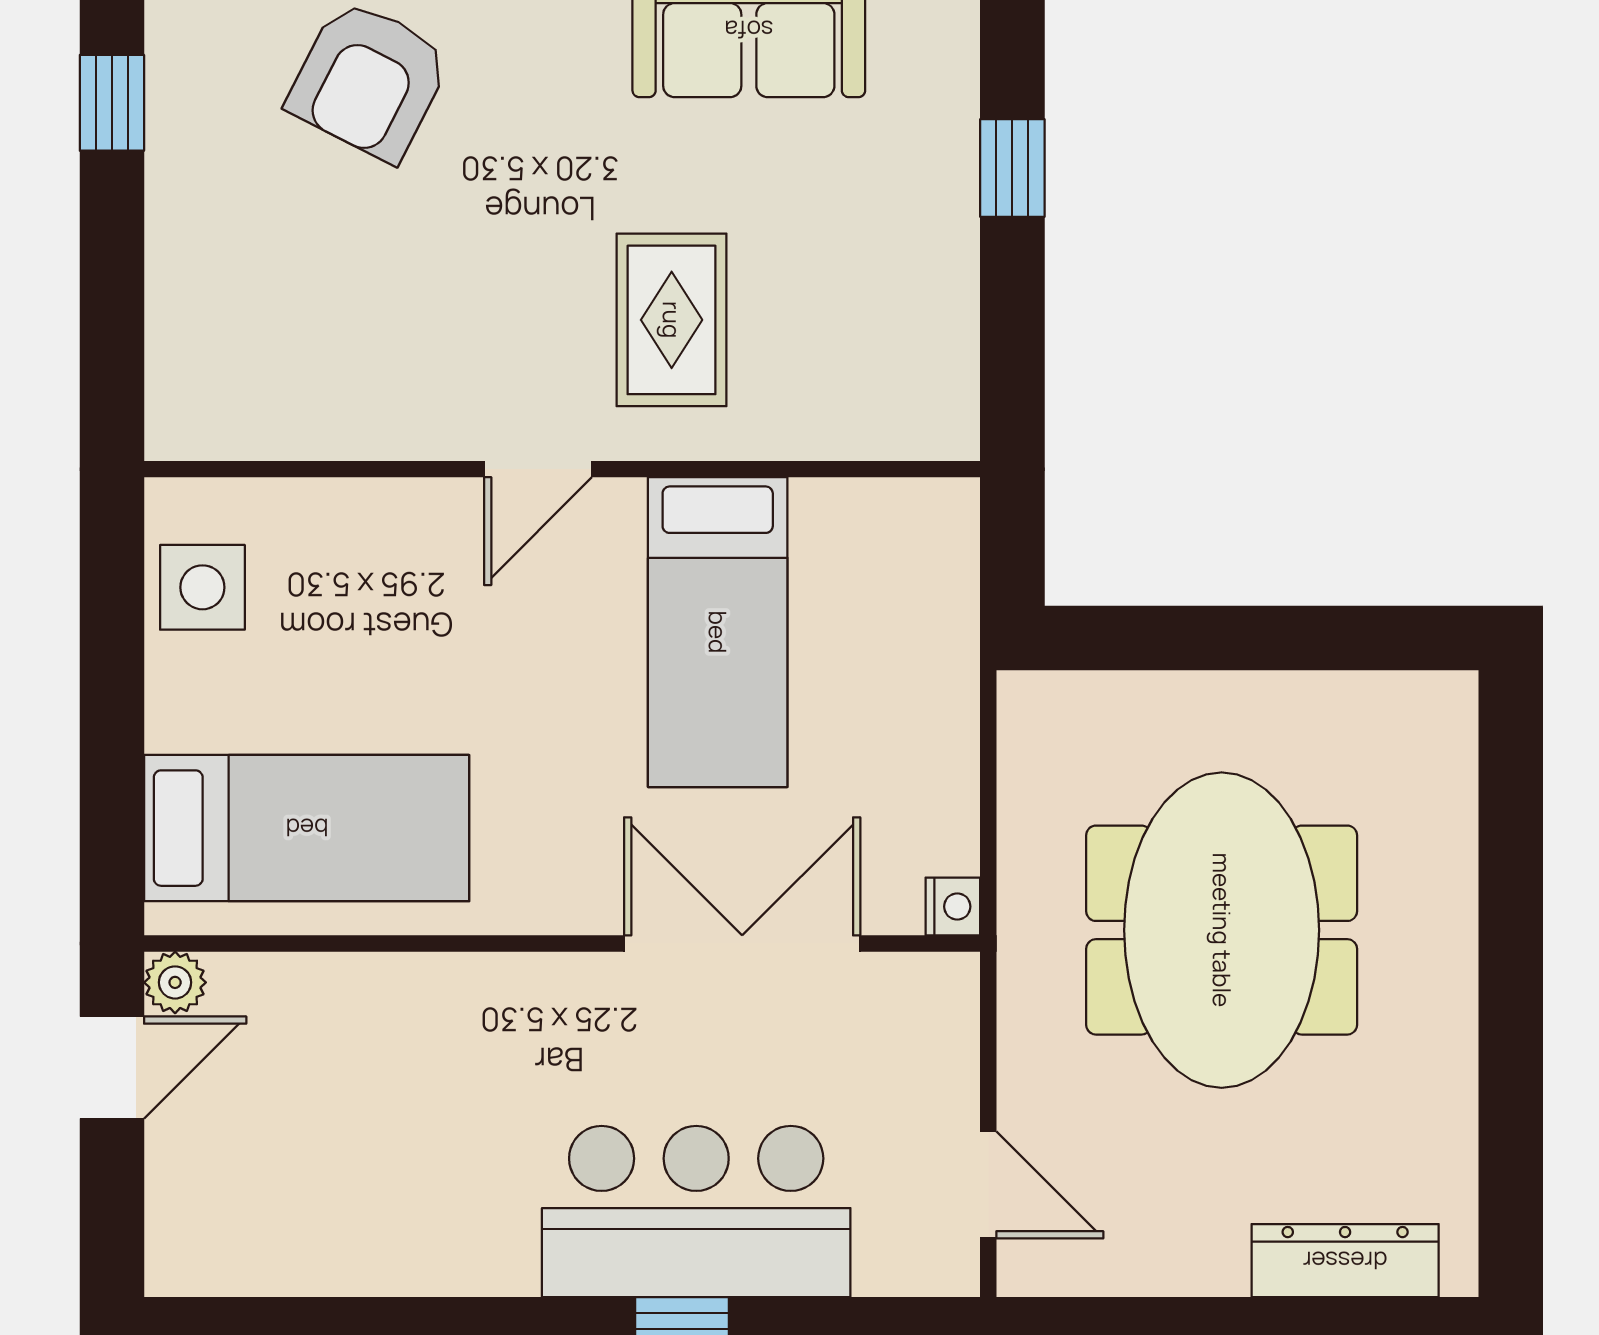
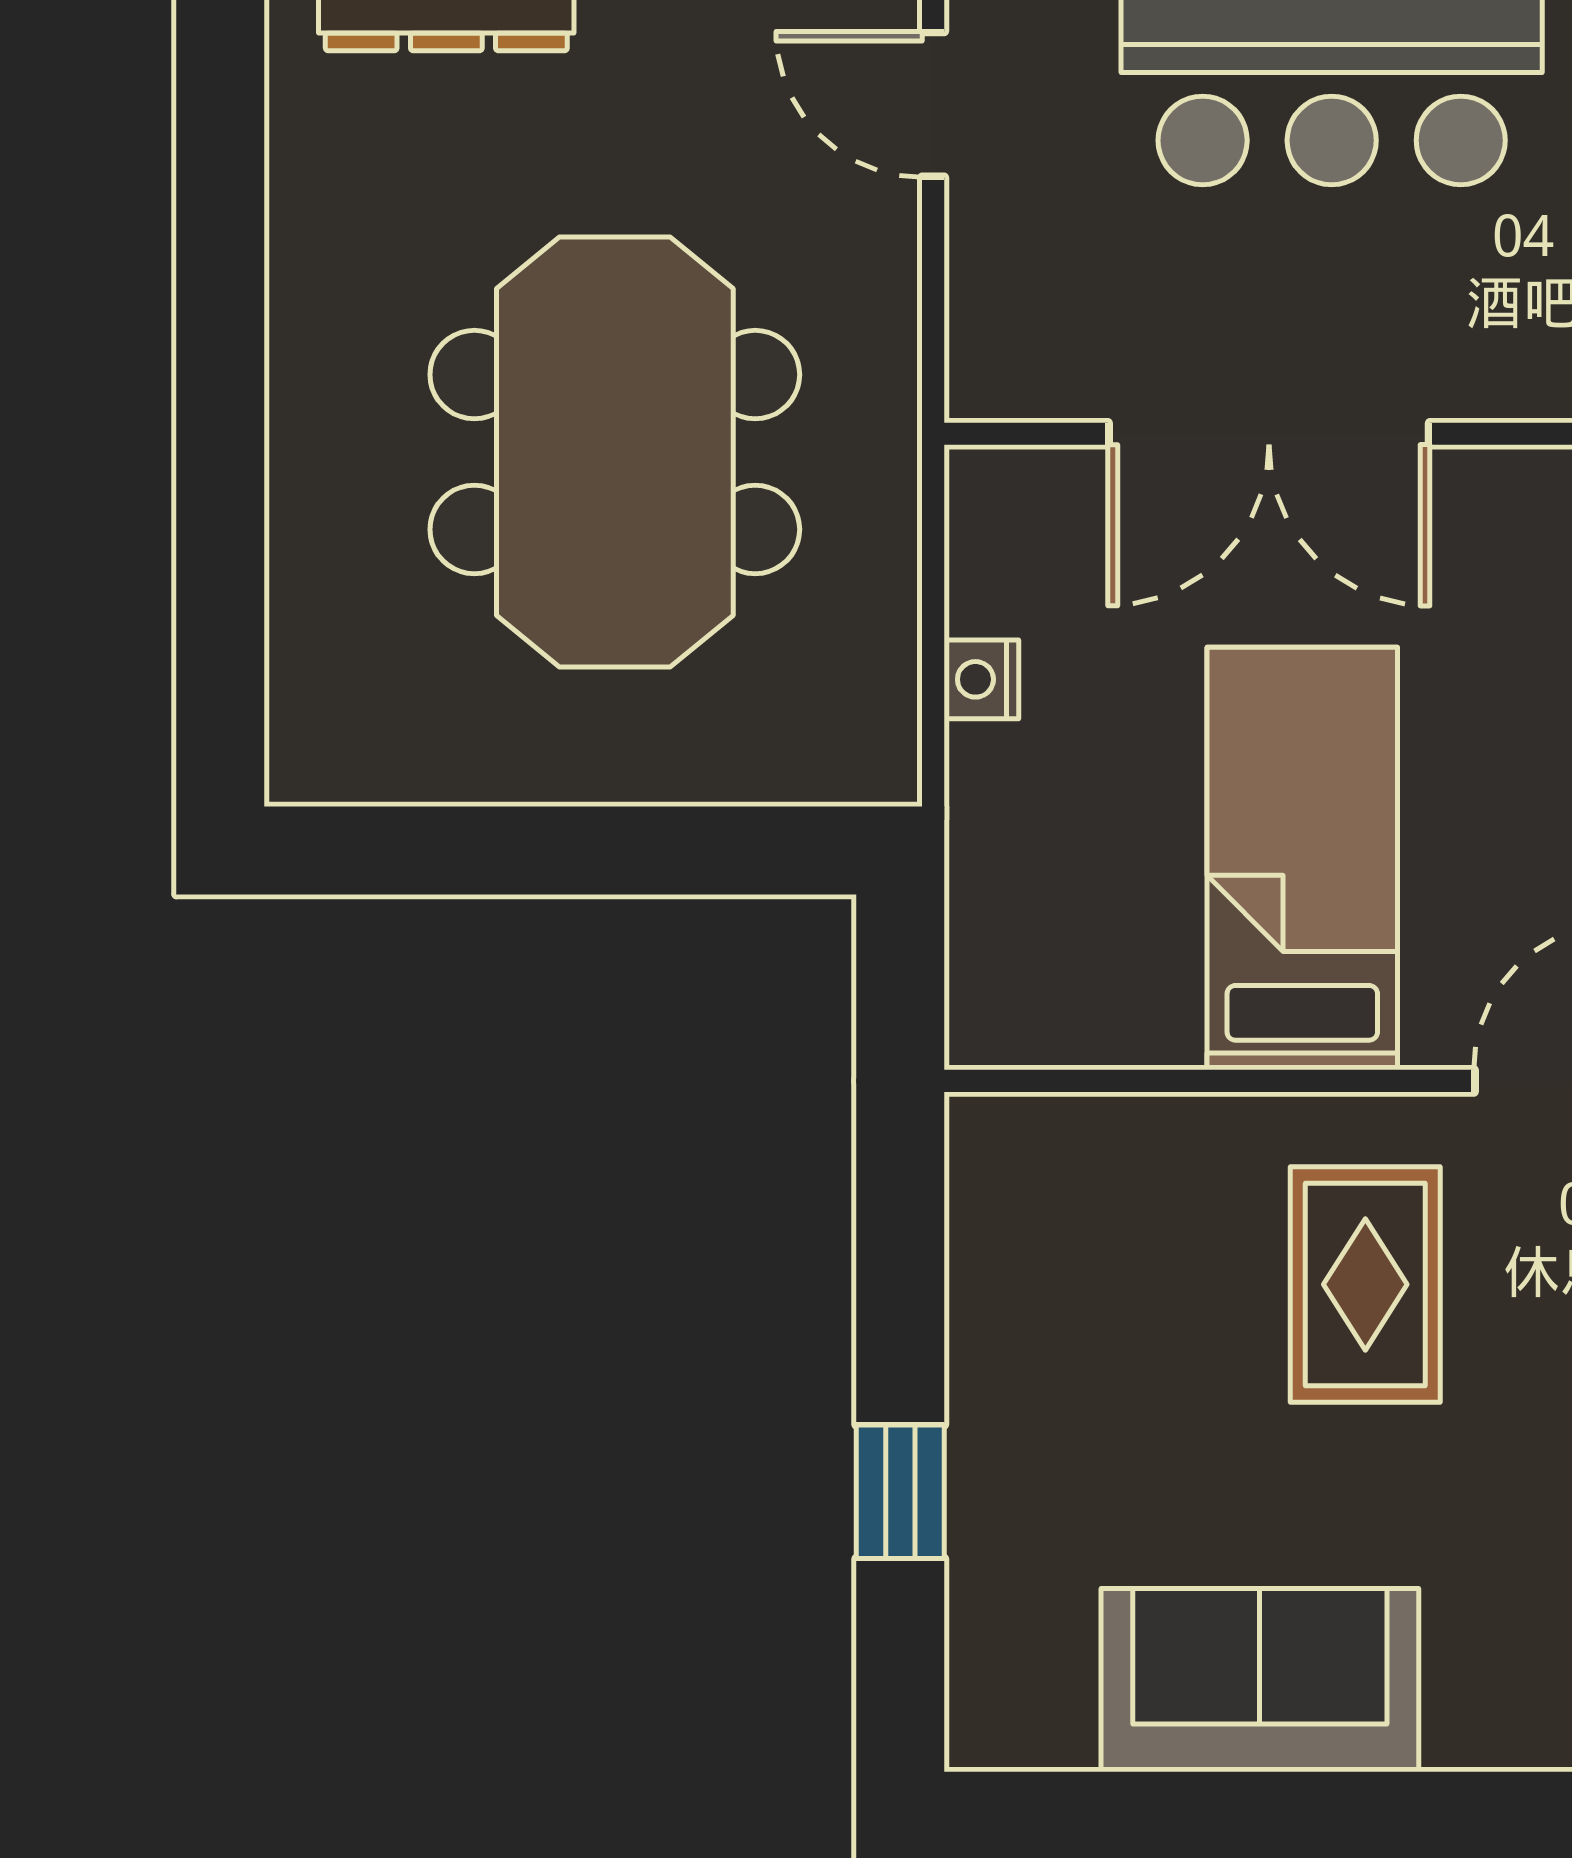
nightstand: (953, 907) -> (981, 679), moved

